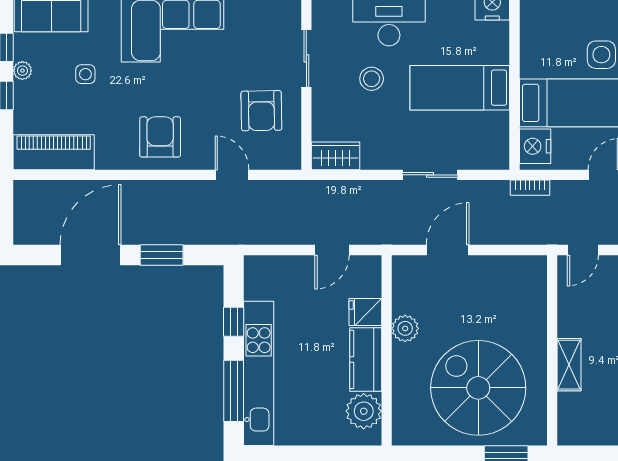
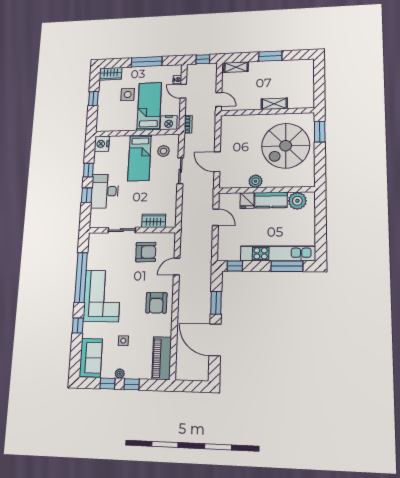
stool: (372, 79) -> (163, 151), moved
armchair: (160, 137) -> (156, 303), turned -90
wardrobe: (336, 156) -> (154, 221), moved, turned 90
window: (234, 322) -> (235, 266), moved

